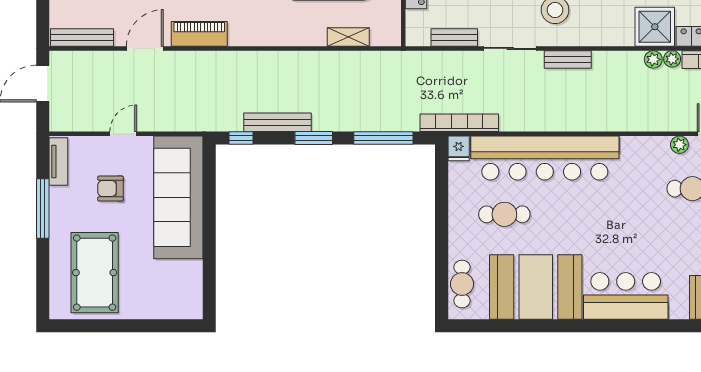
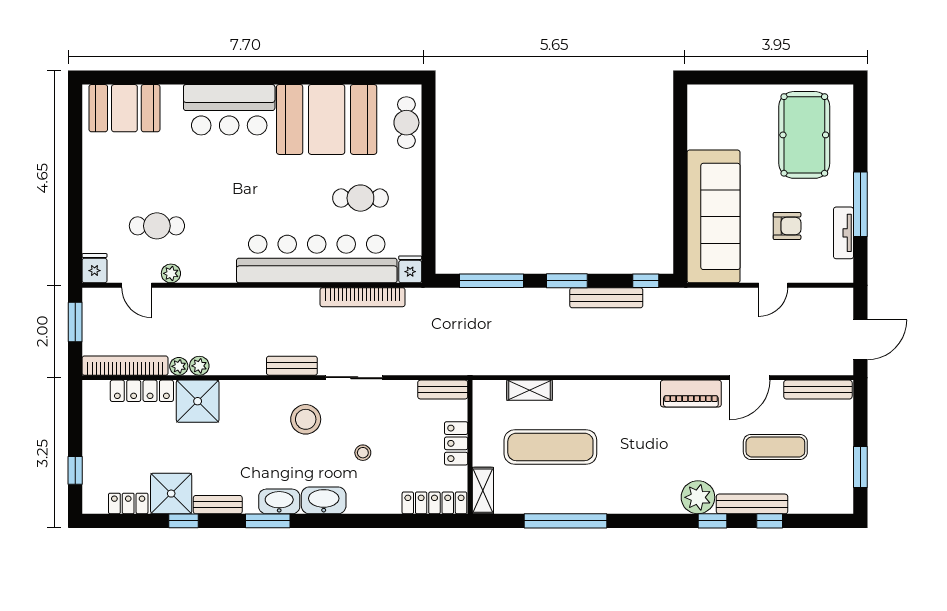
bench: (454, 38) -> (443, 390), moved
bookcase: (459, 123) -> (363, 297), moved
tv unit: (58, 161) -> (844, 233), moved

